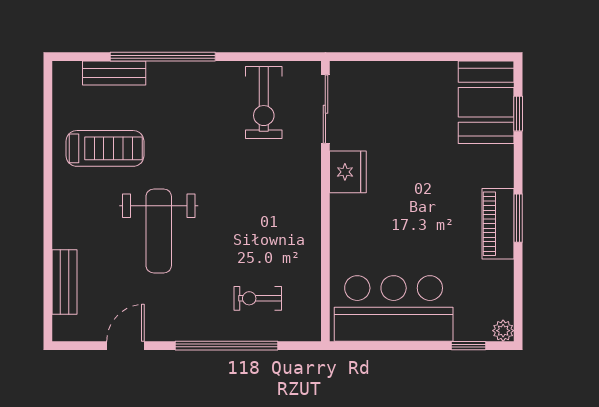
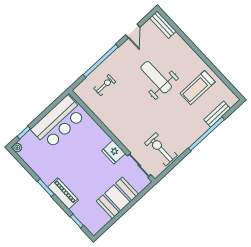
booth: (486, 102) -> (117, 198), moved, turned 90
piano: (498, 224) -> (63, 194), moved
bench: (65, 282) -> (163, 25), moved

